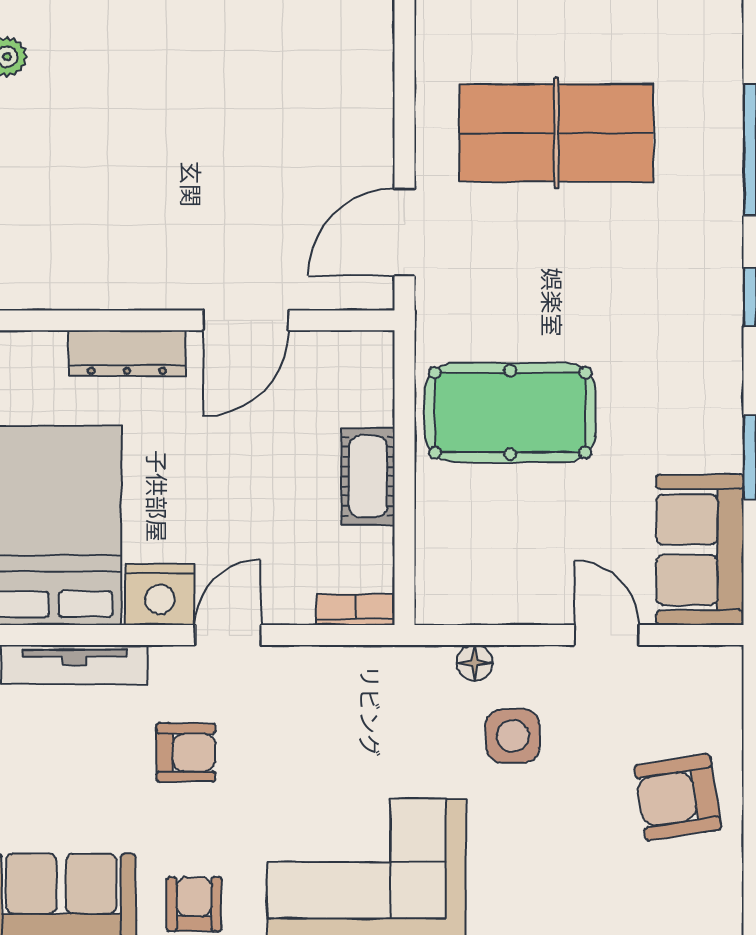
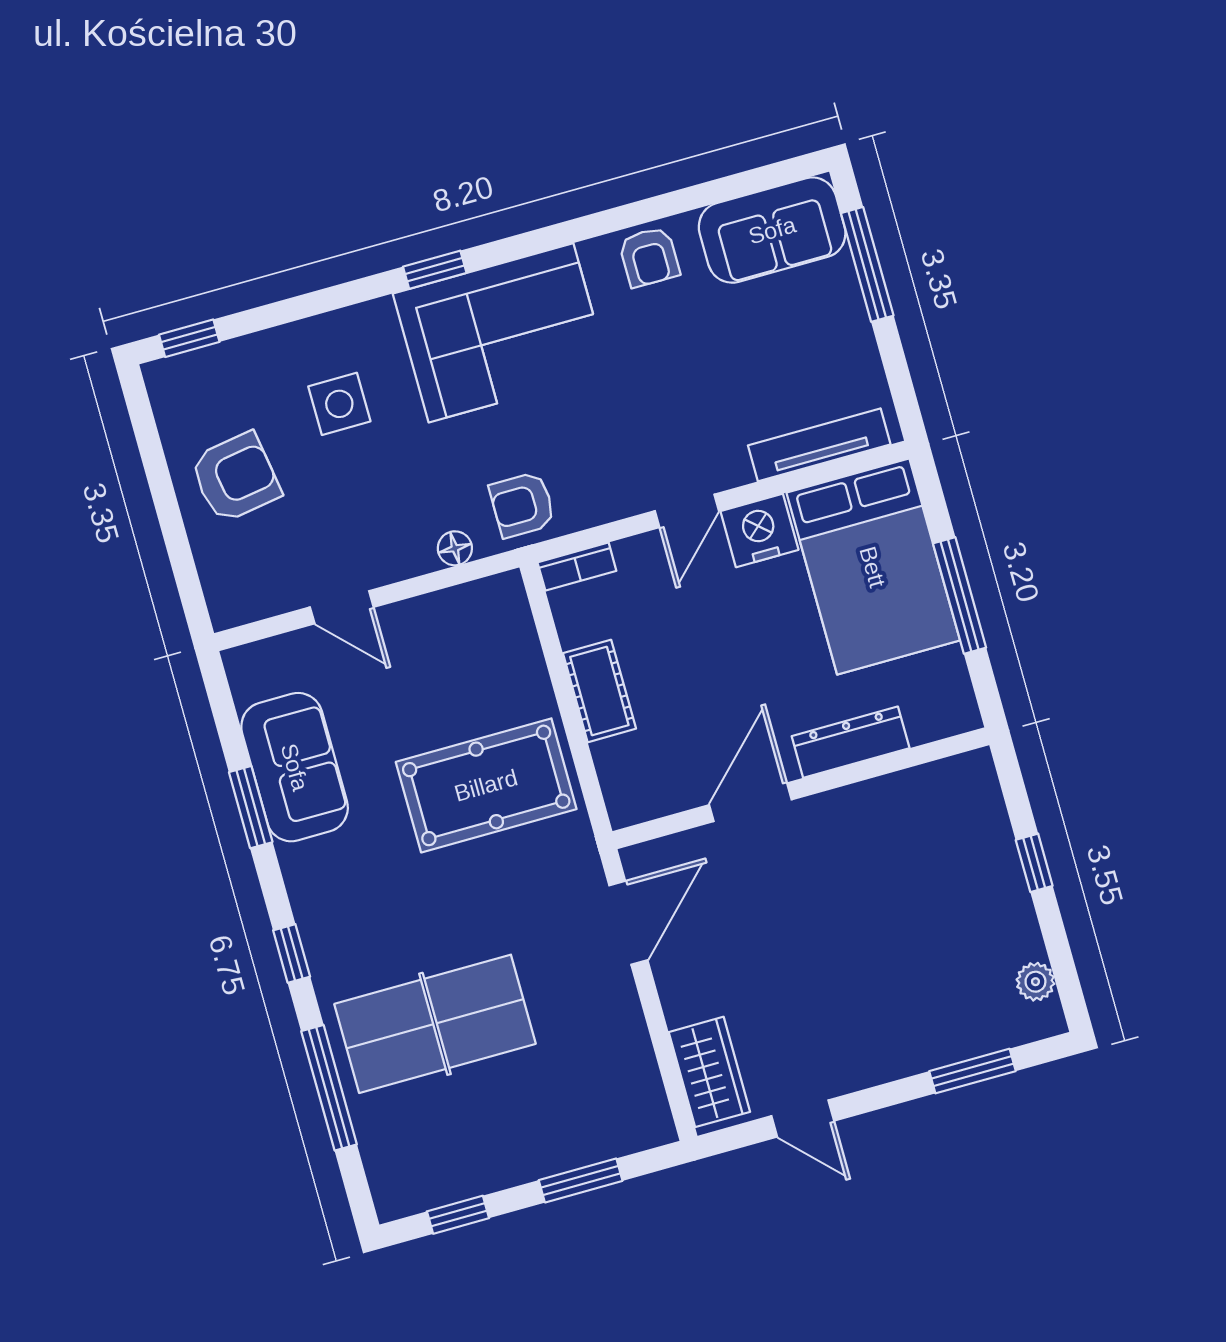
wardrobe: (364, 58) -> (709, 1072), added
table tennis table: (556, 133) -> (435, 1024), moved
sofa: (700, 550) -> (295, 767), moved
side table: (513, 736) -> (339, 404), moved
armchair: (186, 753) -> (522, 505), moved

